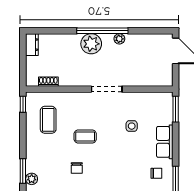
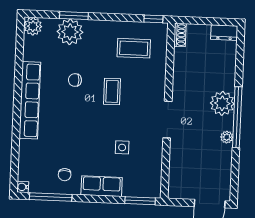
shoe rack: (48, 82) -> (180, 35), moved
plant: (32, 179) -> (70, 32), width x1.88, depth x1.88

